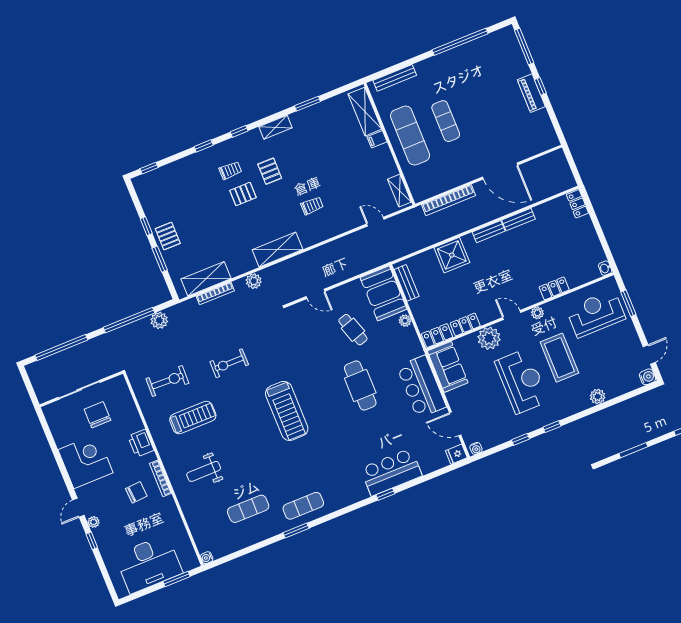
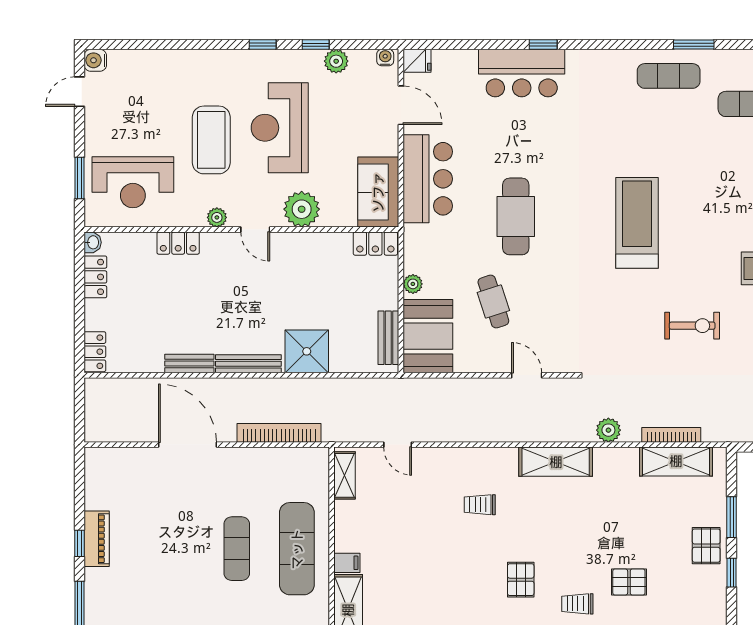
pallet: (243, 194) -> (629, 582), moved
bench: (489, 232) -> (248, 364), width x1.36
locker: (465, 324) -> (95, 277), moved, turned -90
plant: (598, 396) -> (336, 61), moved

